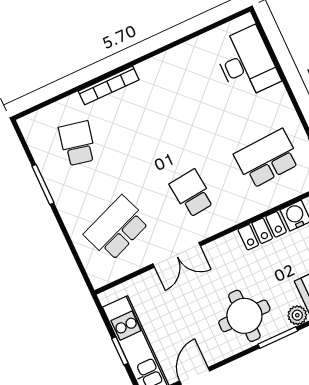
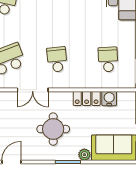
school desk: (267, 159) -> (108, 59), width x0.54
round table: (244, 316) -> (53, 129), moved

